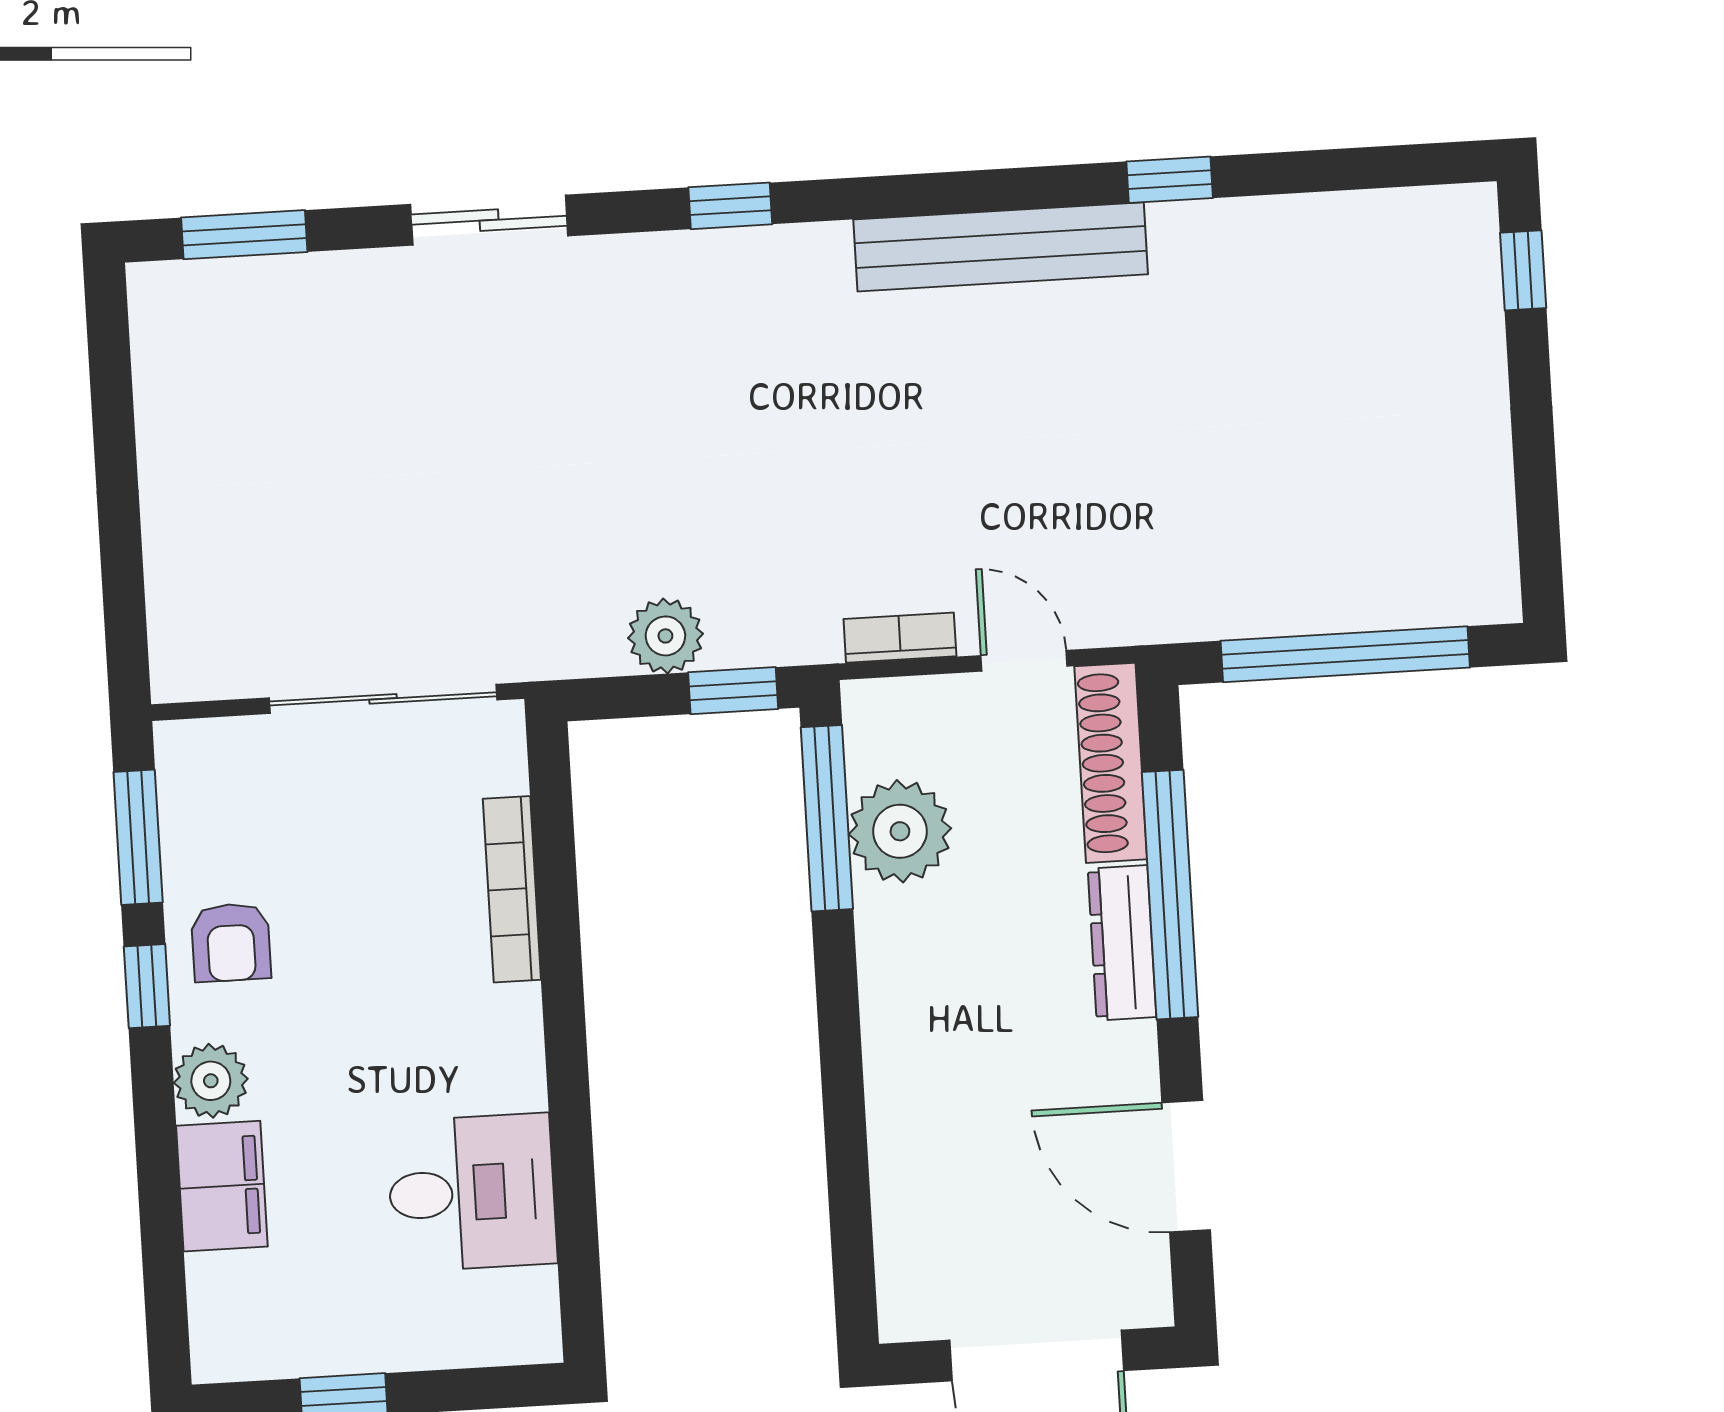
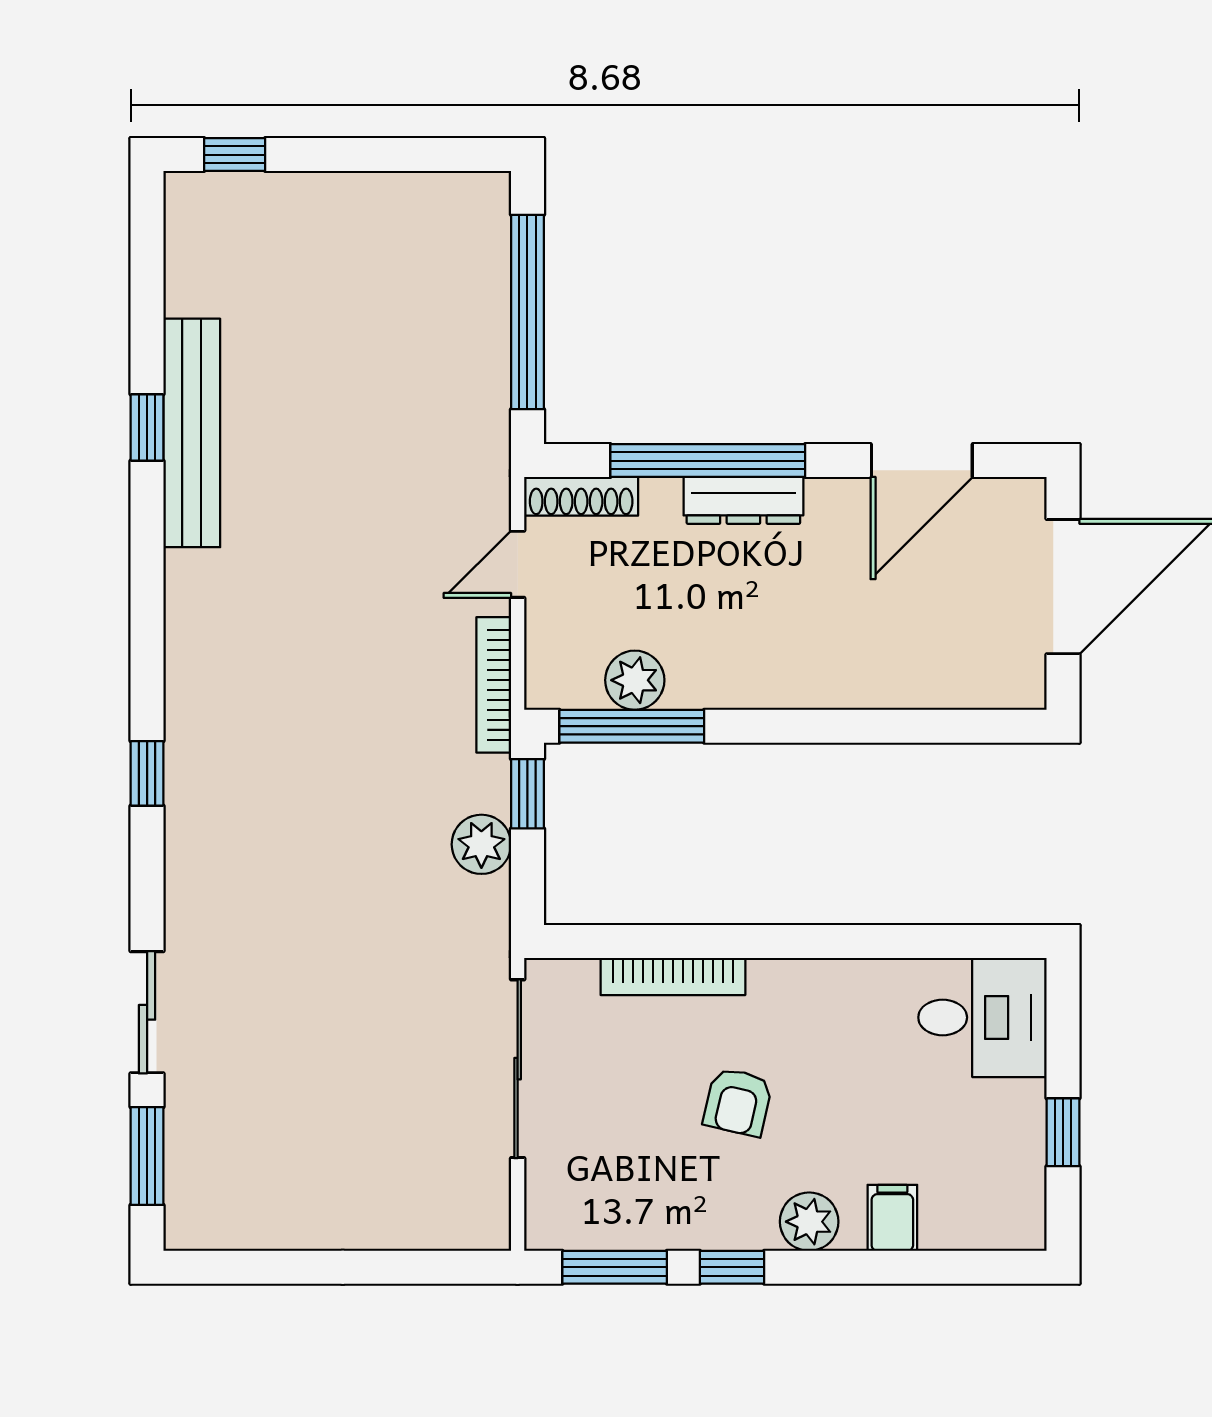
sliding door: (489, 220) -> (147, 1012), moved
bench: (1001, 247) -> (192, 433), moved
bookcase: (900, 638) -> (494, 685), width x1.56
shoe rack: (1111, 763) -> (581, 496), width x0.74, depth x0.81
plant: (900, 831) -> (635, 680), width x0.73, depth x0.73
armchair: (231, 942) -> (738, 1102), moved, turned 103
filing cabinet: (222, 1186) -> (892, 1218), width x0.50
desk: (472, 1193) -> (982, 1017), moved, turned 90

